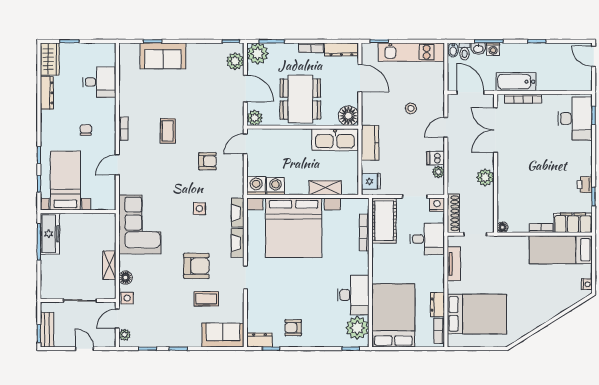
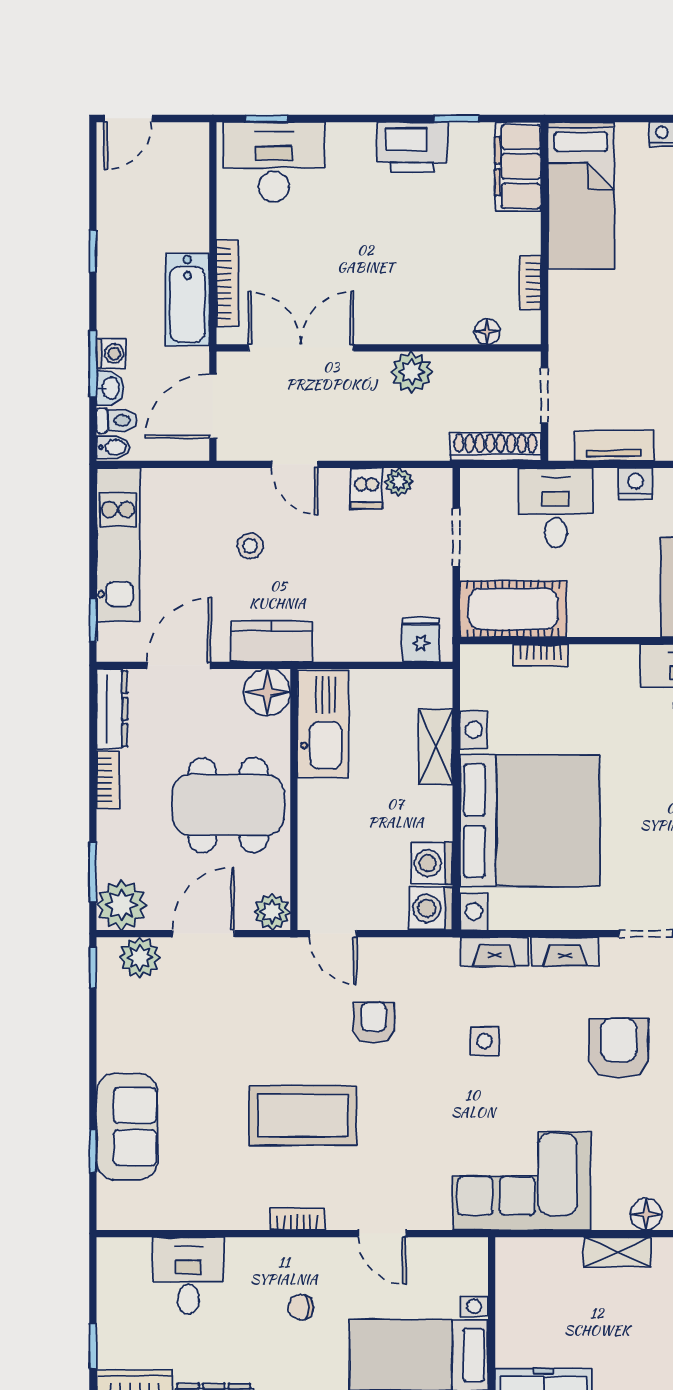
double door: (496, 130) -> (301, 348), swing flipped
coffee table: (168, 131) -> (303, 1115), width x1.86, depth x1.72
kitchen counter: (370, 143) -> (272, 641), moved
printer: (585, 185) -> (412, 147), width x1.87, depth x1.48
nightstand: (437, 205) -> (635, 483), moved, turned 90
floor lamp: (502, 227) -> (487, 332), moved
bookcase: (541, 228) -> (530, 283), moved
bookcase: (364, 232) -> (541, 655), width x0.64

